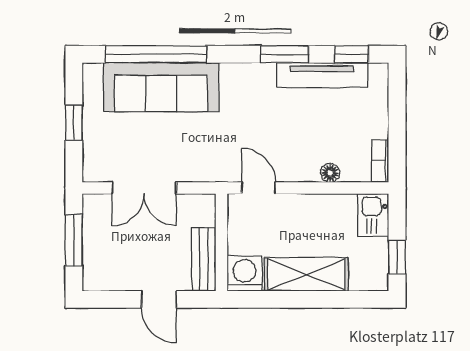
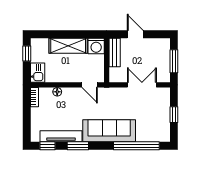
sofa: (161, 87) -> (109, 131), moved

